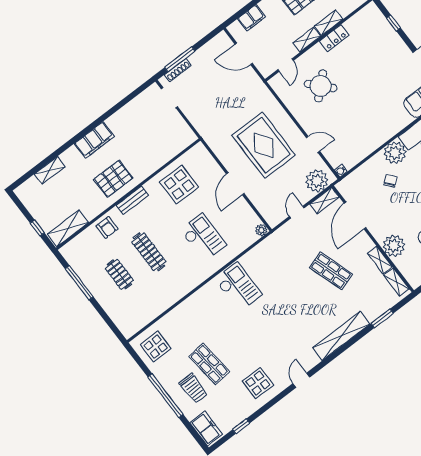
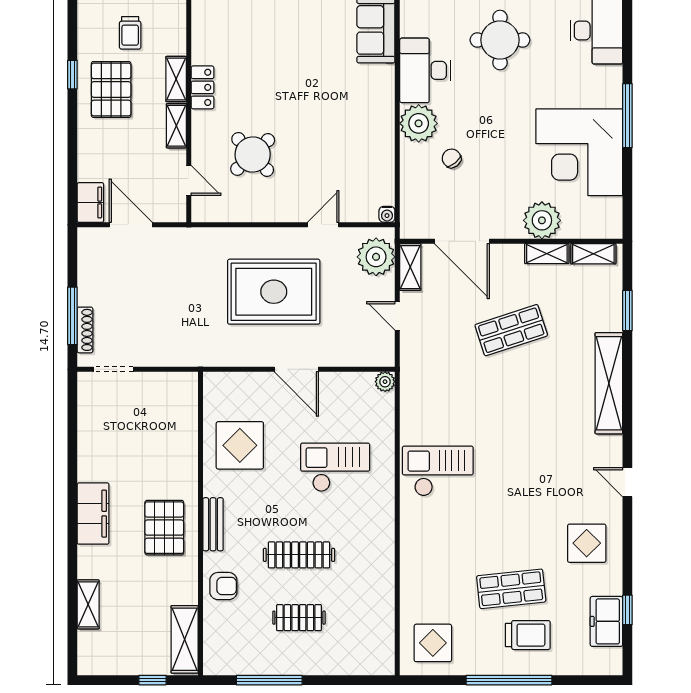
filing cabinet: (251, 18) -> (90, 202), moved
door: (244, 54) -> (131, 225), swing flipped
freezer: (206, 428) -> (606, 621), moved, turned -90

